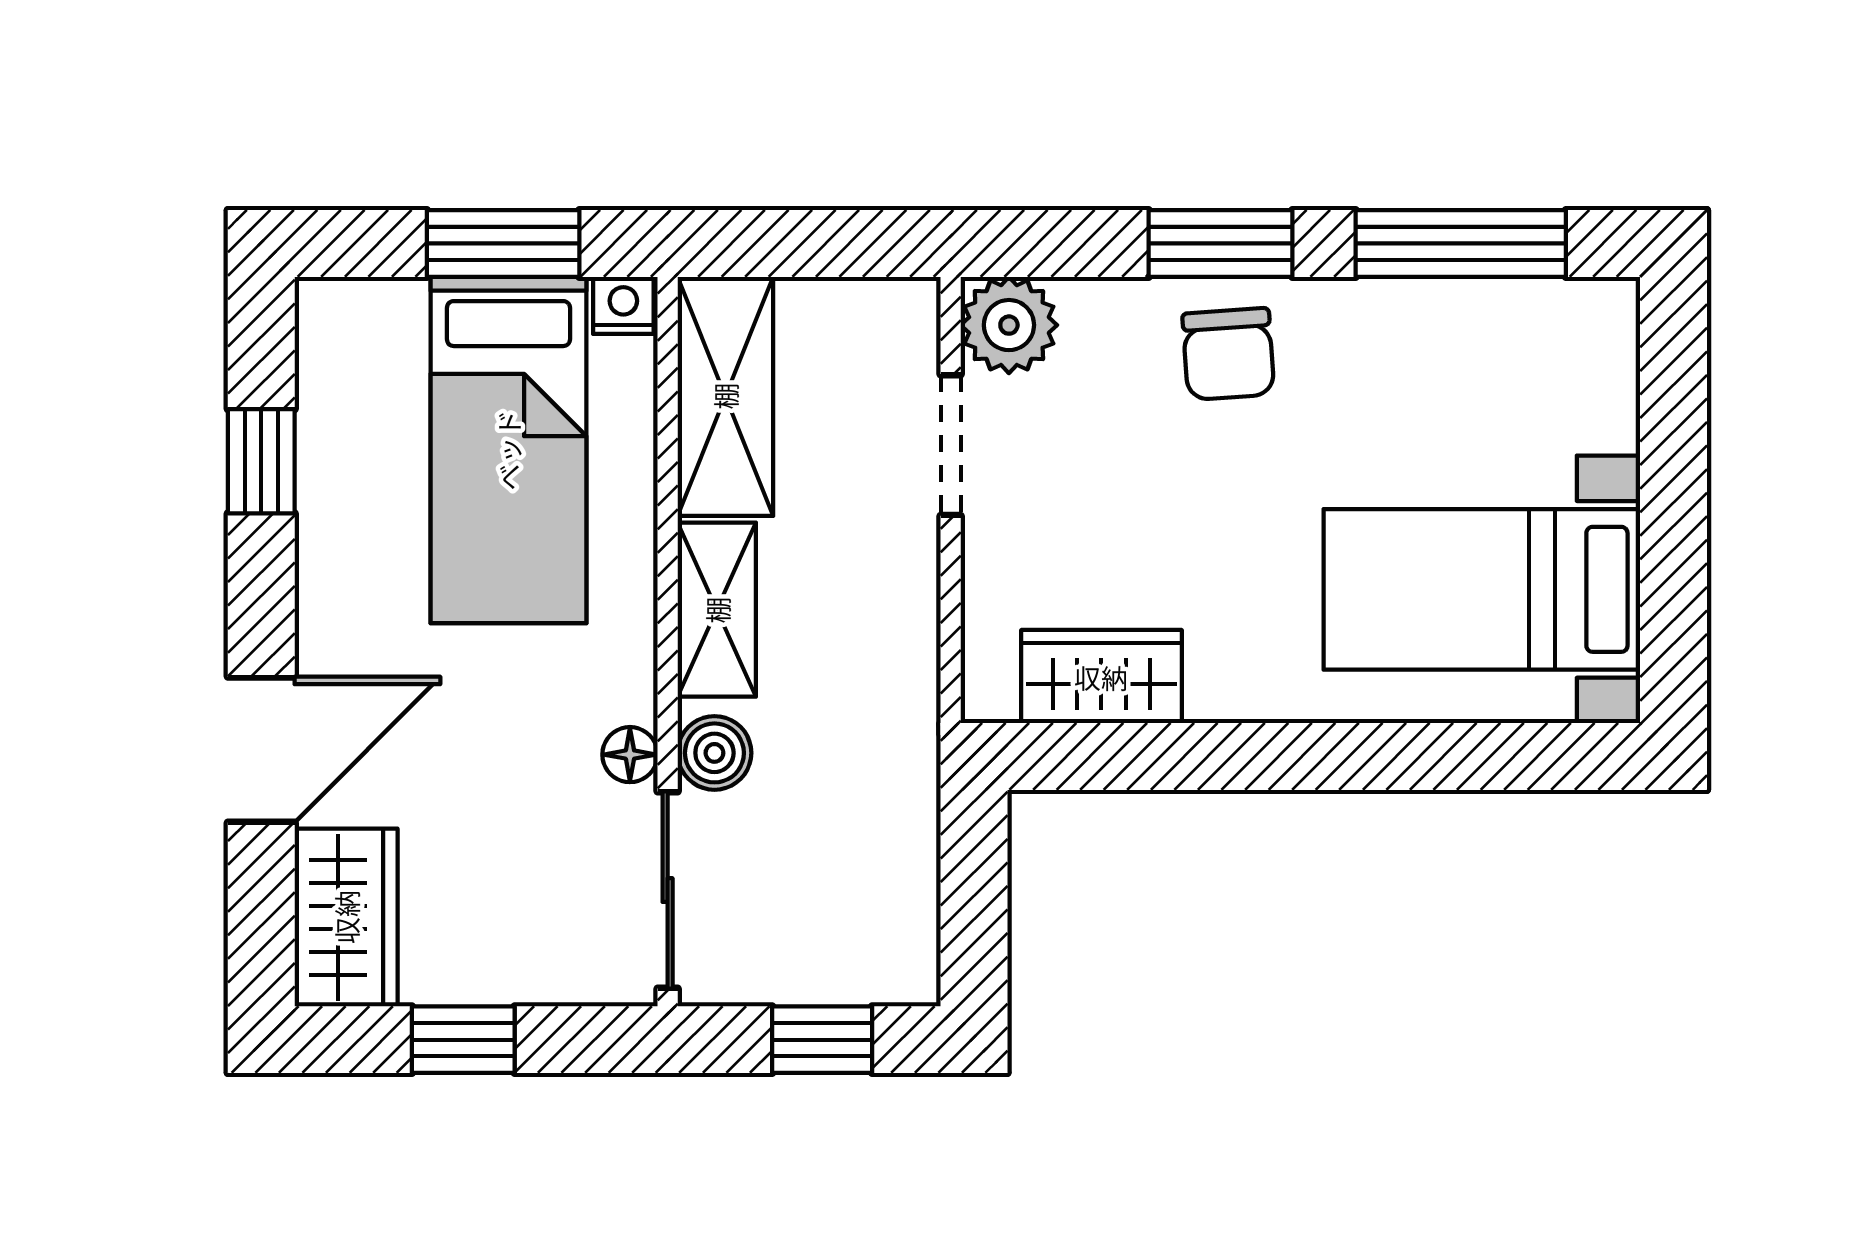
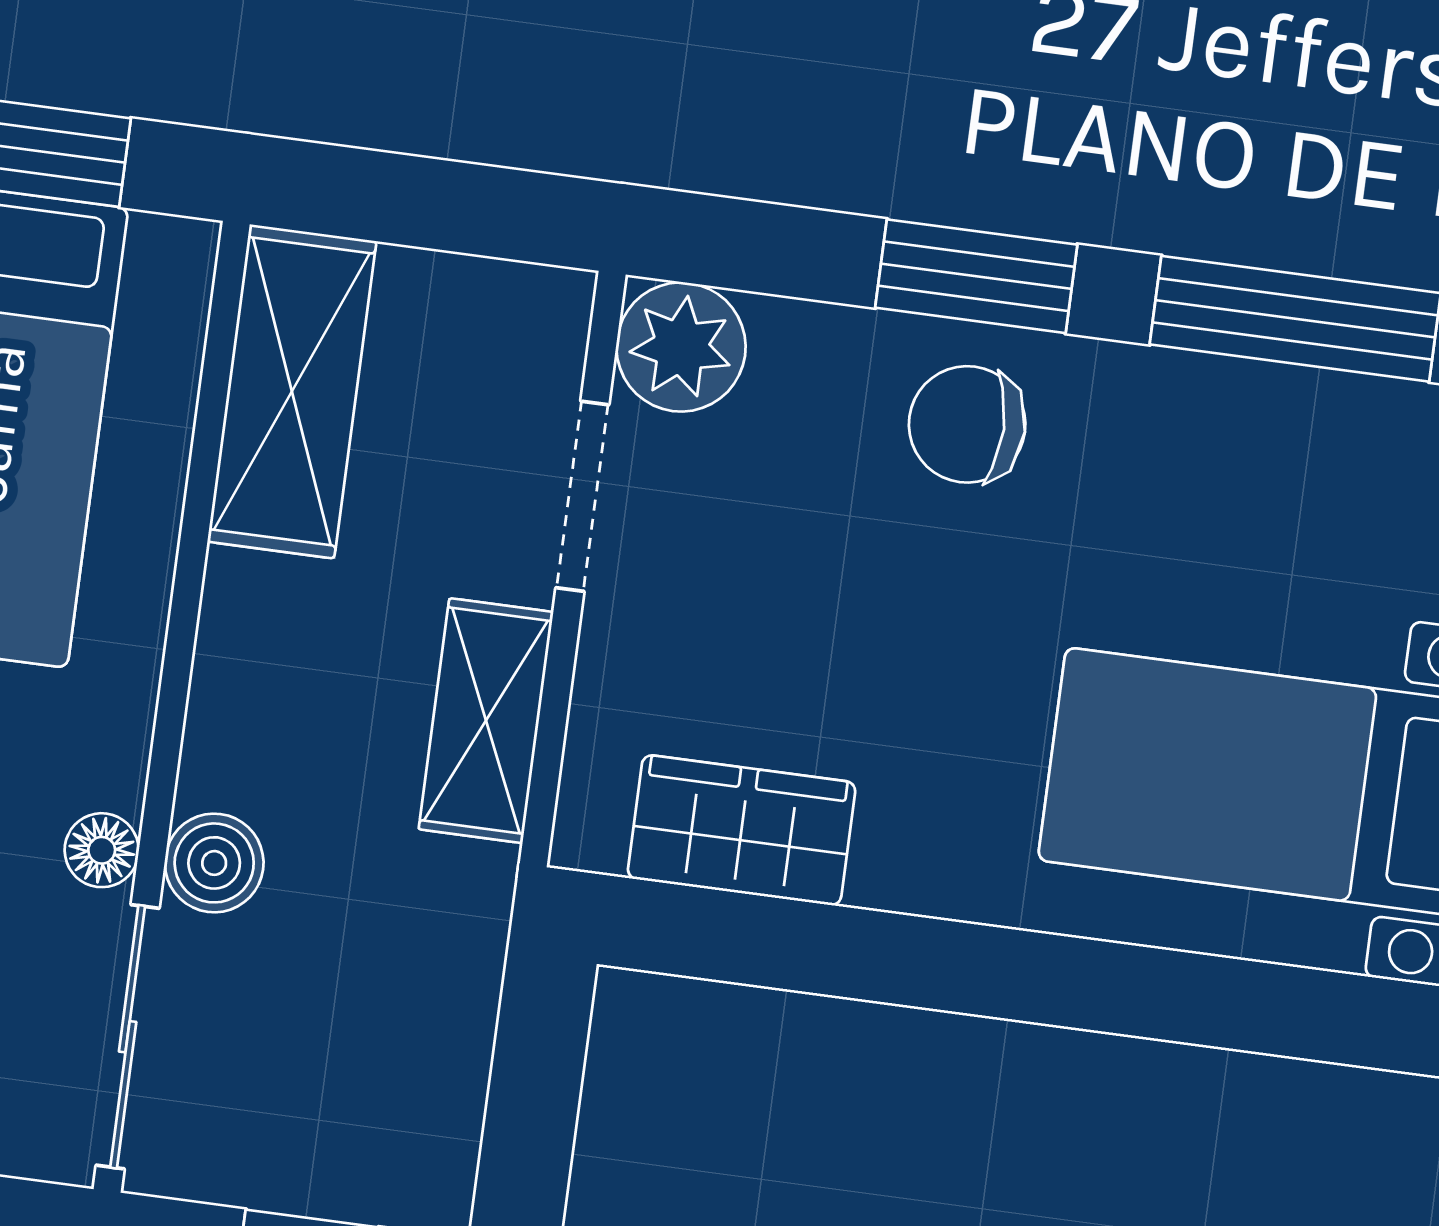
nightstand: (623, 305) -> (172, 253), removed
chair: (1228, 354) -> (967, 424), turned 94
shelving: (717, 610) -> (486, 721), moved

